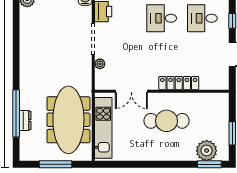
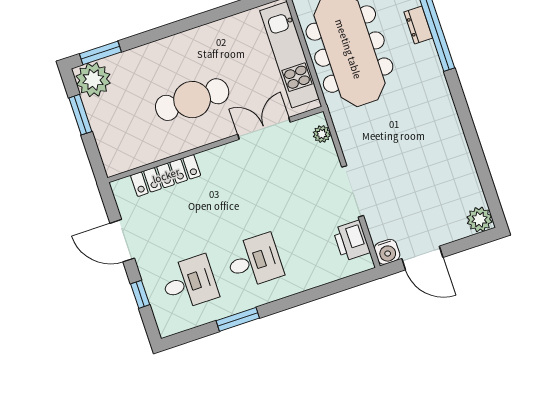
plant: (100, 64) -> (322, 134), moved
locker: (179, 83) -> (166, 175), moved
plant: (207, 151) -> (93, 80), moved

